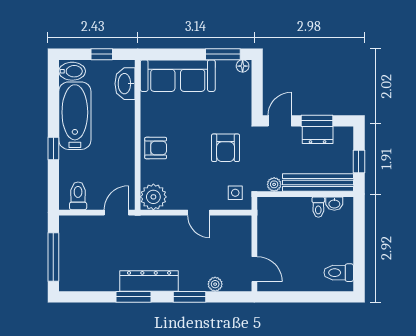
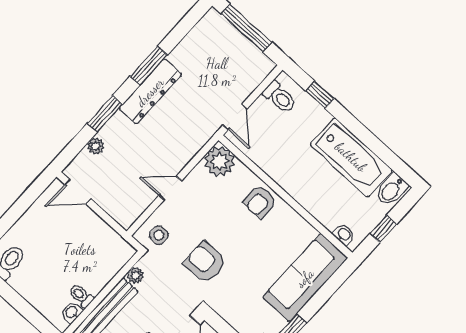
washbasin: (125, 84) -> (344, 234), width x0.52, depth x0.69
window: (53, 148) -> (320, 95), moved

